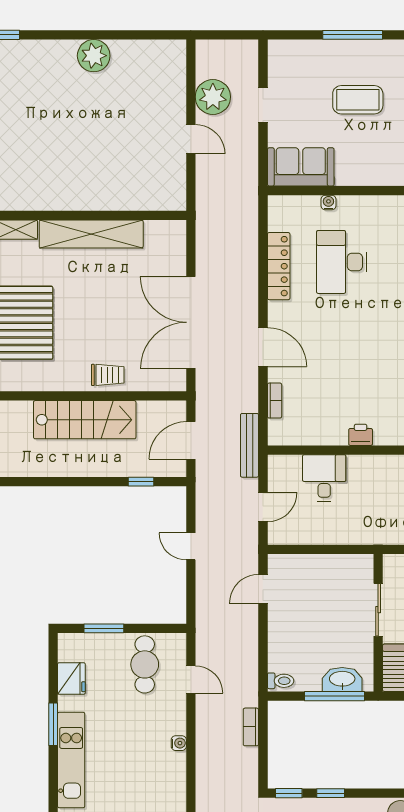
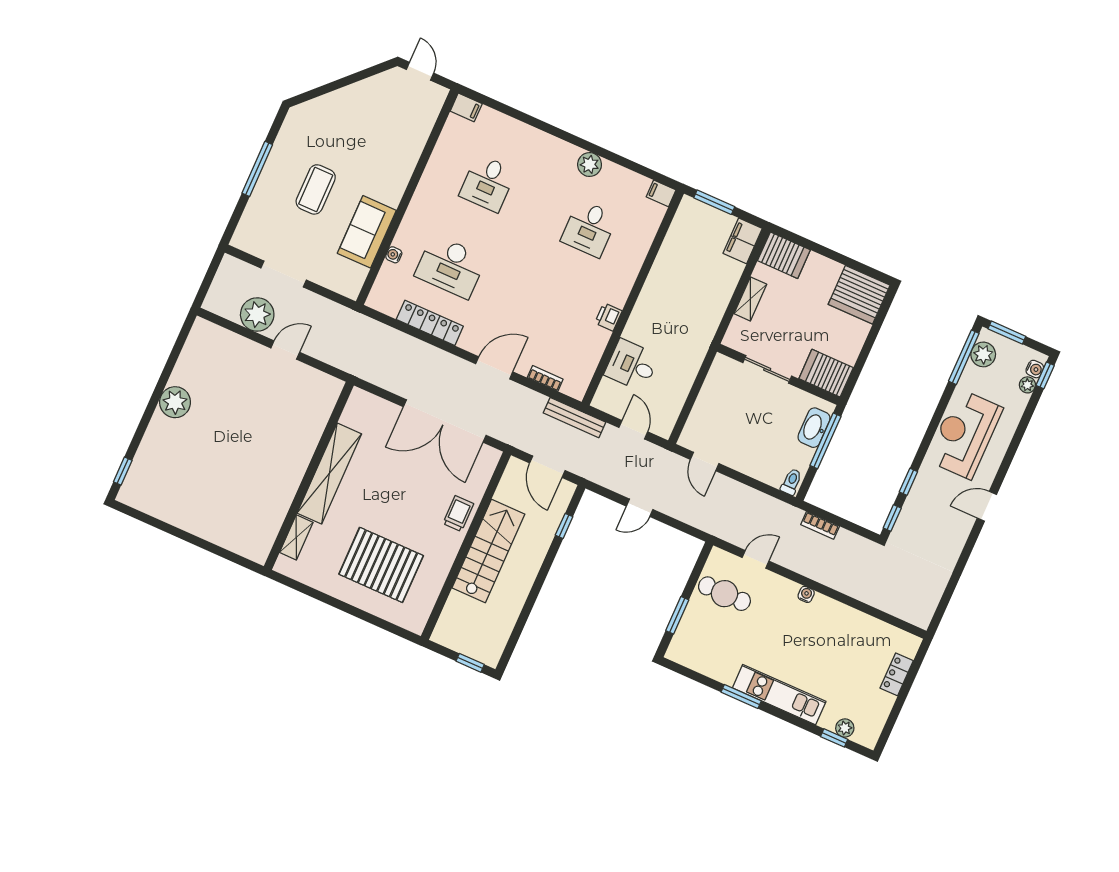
doorway: (263, 105) -> (284, 274), width x1.38
sofa: (301, 167) -> (367, 232), moved
fridge: (71, 678) -> (708, 663), removed

